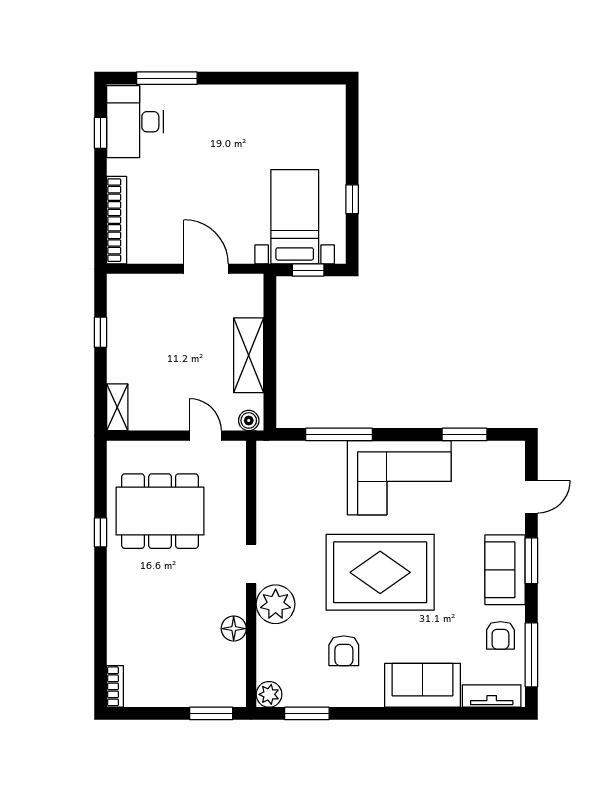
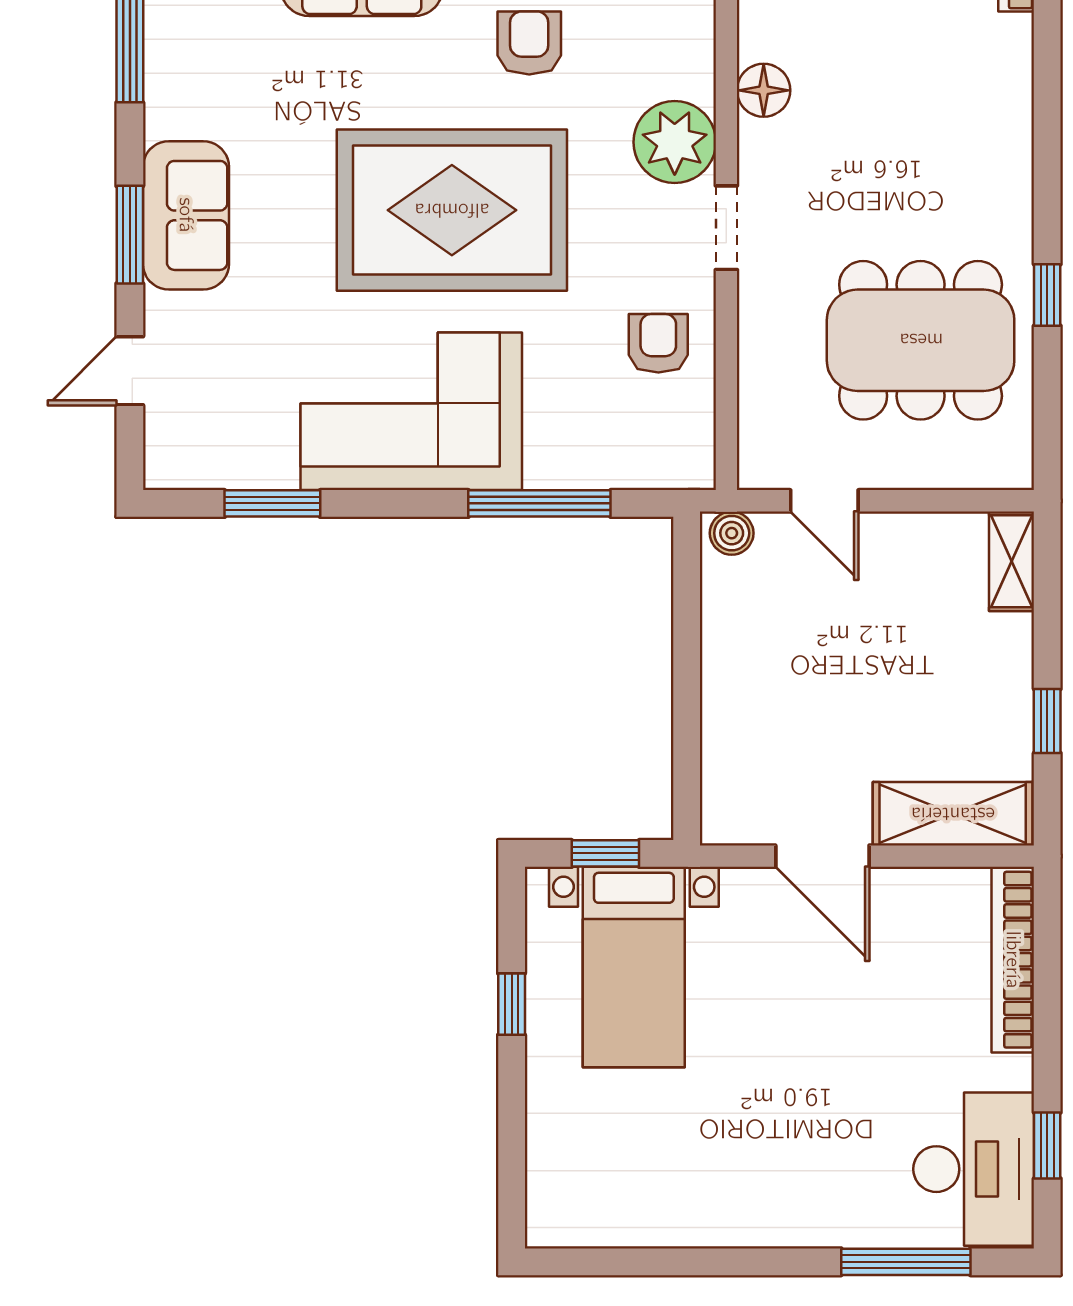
shelving: (249, 355) -> (953, 814), moved, turned 90
armchair: (500, 635) -> (658, 343), moved

